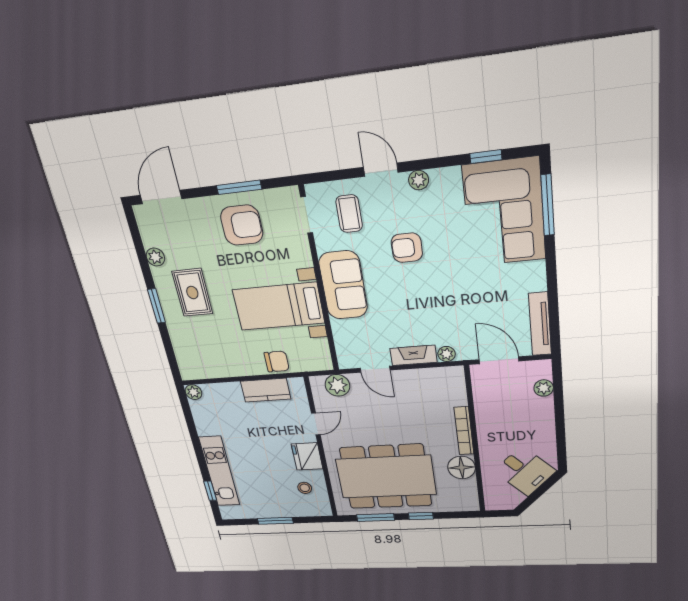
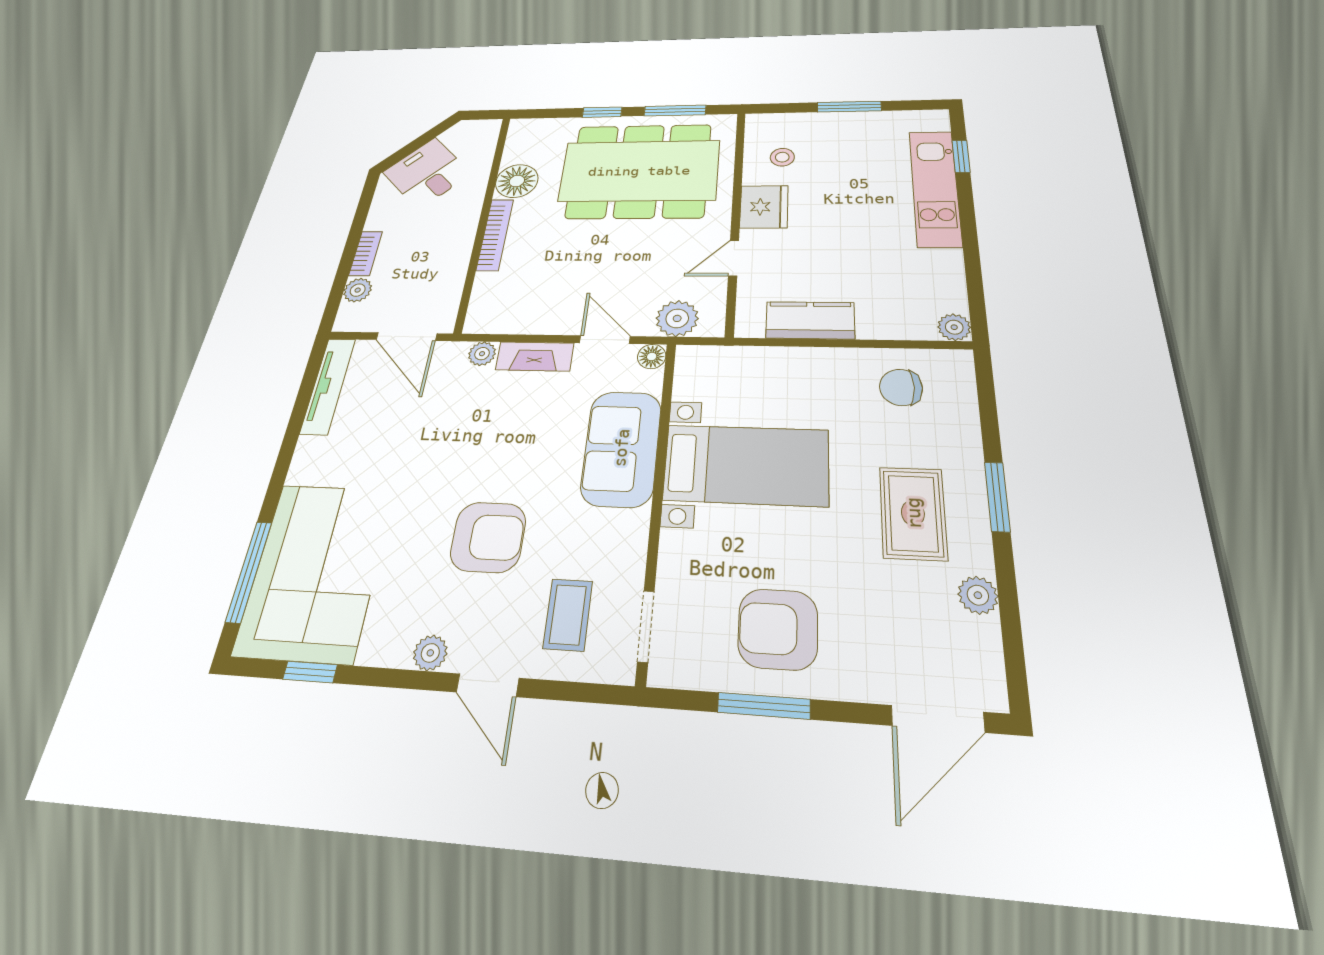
armchair: (407, 248) -> (488, 537), width x1.38, depth x1.38
sofa: (343, 285) -> (621, 448), moved
chair: (277, 362) -> (901, 387), moved
floor lamp: (345, 362) -> (652, 356), added
bookcase: (547, 413) -> (366, 253), added

